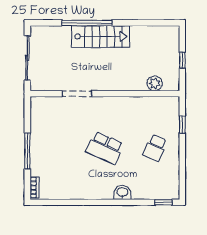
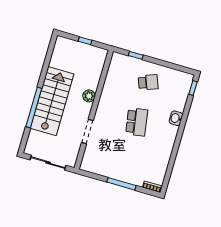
stairs: (101, 36) -> (52, 101), width x1.36, depth x1.51
plant: (155, 83) -> (89, 96), moved
school desk: (105, 148) -> (137, 122), turned -33
school desk: (155, 148) -> (148, 82), turned -45

